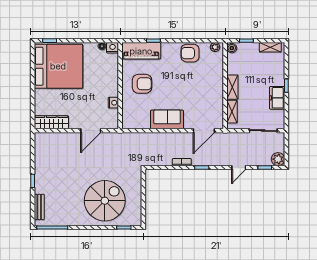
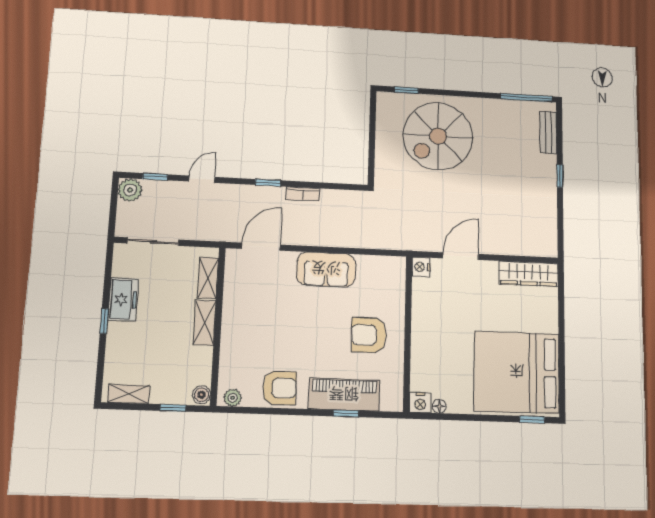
piano: (141, 51) -> (344, 395), moved
nightstand: (113, 103) -> (421, 267), moved

